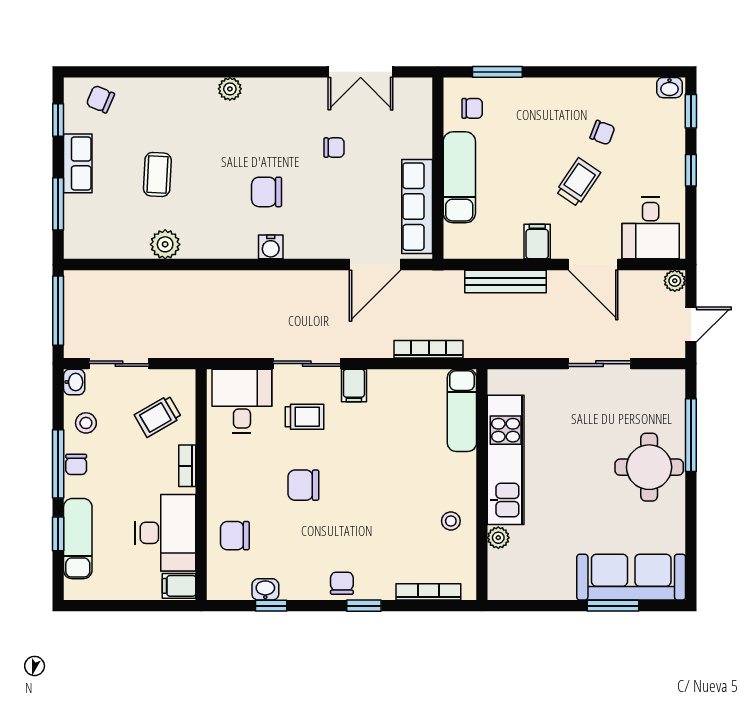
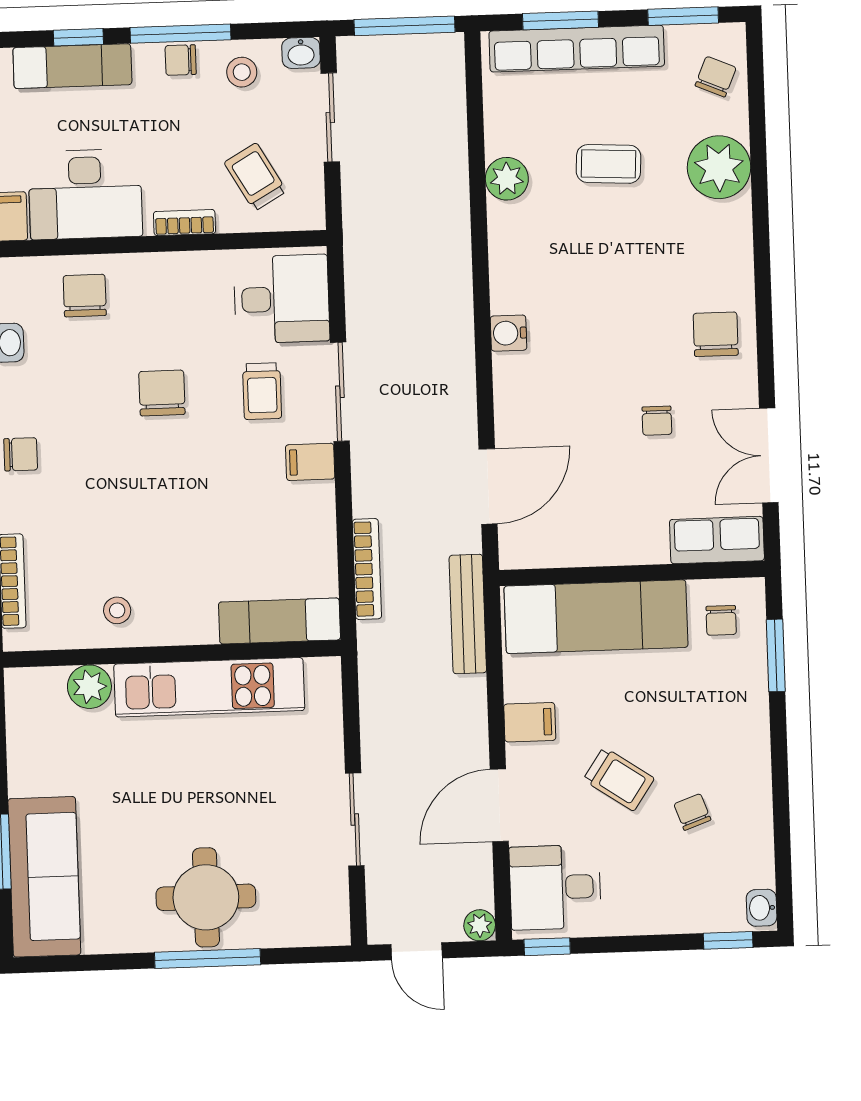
plant: (230, 89) -> (719, 167), moved, width x1.88, depth x1.88
window: (58, 120) -> (683, 16), width x1.50
chair: (602, 133) -> (692, 812), turned 139
row of seats: (78, 163) -> (577, 49), width x2.02
window: (691, 170) -> (547, 947), moved
exam couch: (459, 177) -> (596, 617), width x1.36, depth x1.45
chair: (267, 192) -> (716, 334), moved
row of seats: (417, 207) -> (717, 540), moved, width x0.68
door: (375, 265) -> (488, 486), swing flipped
bench: (505, 281) -> (468, 614), moved
window: (691, 435) -> (208, 959), moved
plant: (498, 538) -> (89, 687), width x1.38, depth x1.38

